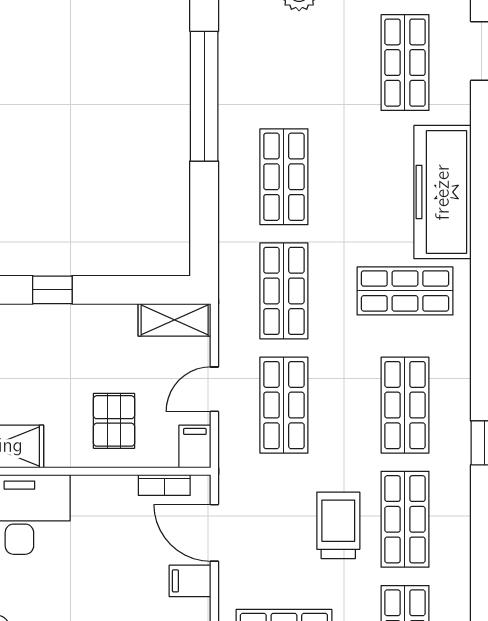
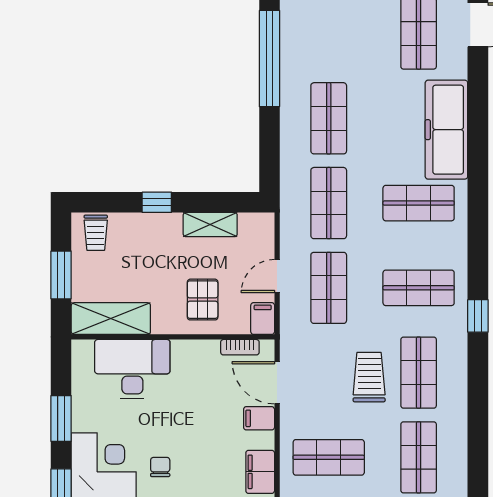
shelving: (175, 320) -> (210, 225), moved
shop shelf: (405, 405) -> (419, 288), turned 90

